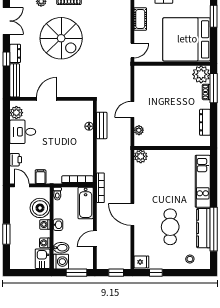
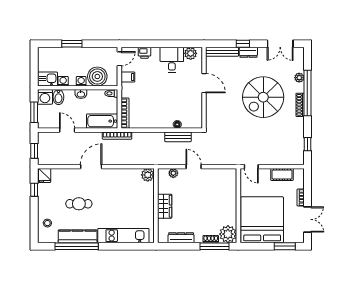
wardrobe: (173, 139) -> (165, 206), added
cafe table: (170, 227) -> (79, 204), width x0.73, depth x0.74

